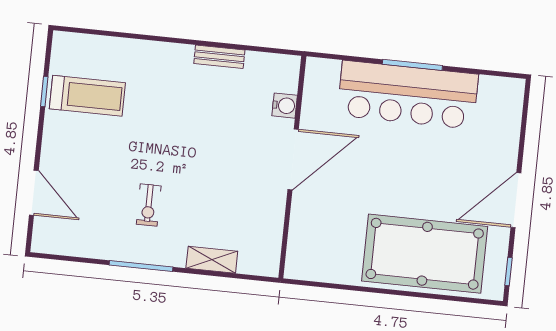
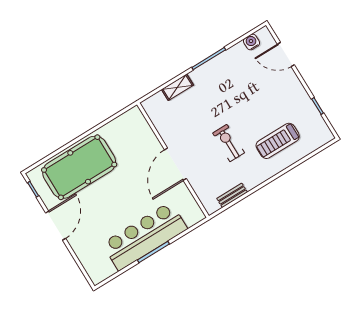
bench: (219, 57) -> (232, 195), moved
treadmill: (87, 96) -> (278, 141), moved
water cooler: (285, 106) -> (252, 42), moved, turned 90
exercise bike: (149, 205) -> (229, 143), moved, width x1.38, depth x1.39

